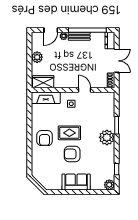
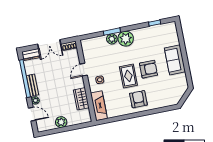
double door: (117, 61) -> (49, 44), swing flipped
wardrobe: (43, 82) -> (81, 99), moved
armchair: (45, 138) -> (138, 99), turned -90
armchair: (72, 154) -> (148, 69), turned -90
plant: (109, 185) -> (112, 39), moved

